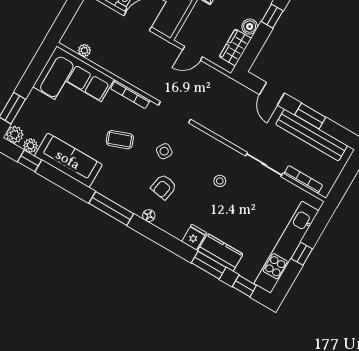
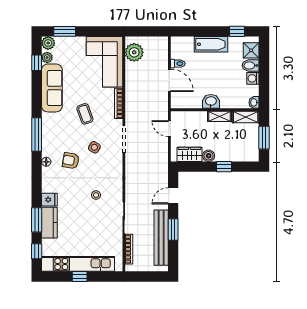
plant: (84, 50) -> (134, 52), width x1.88, depth x1.88

